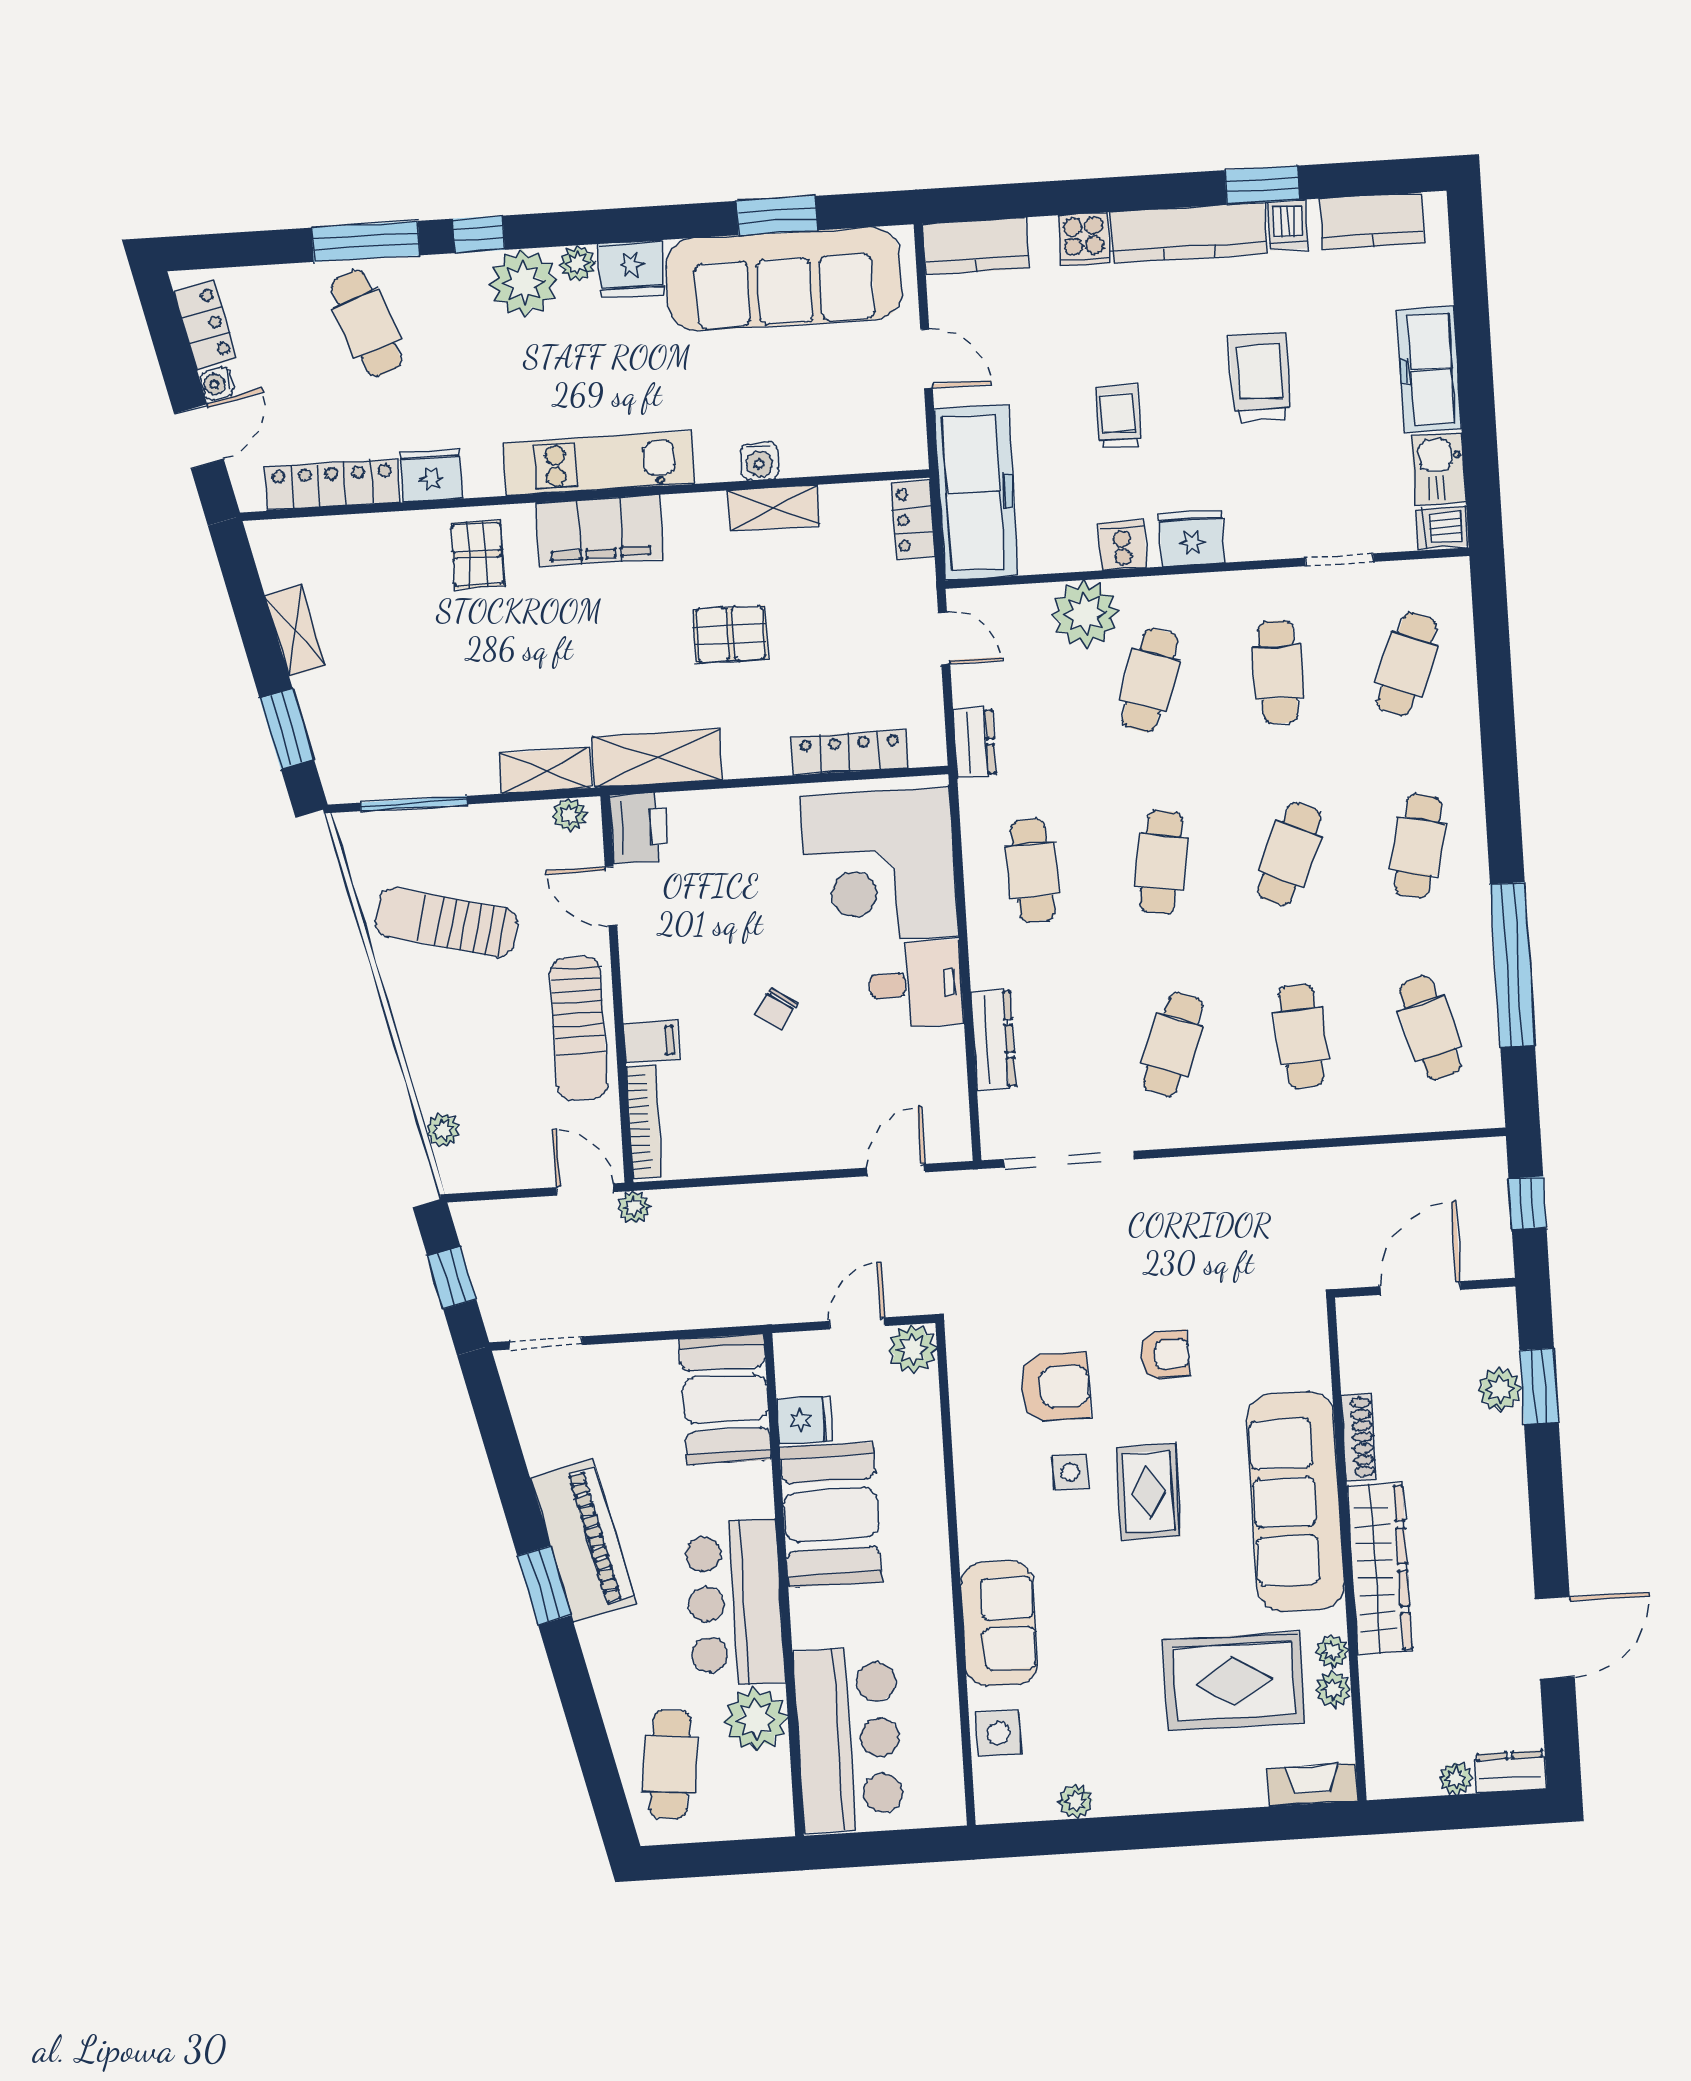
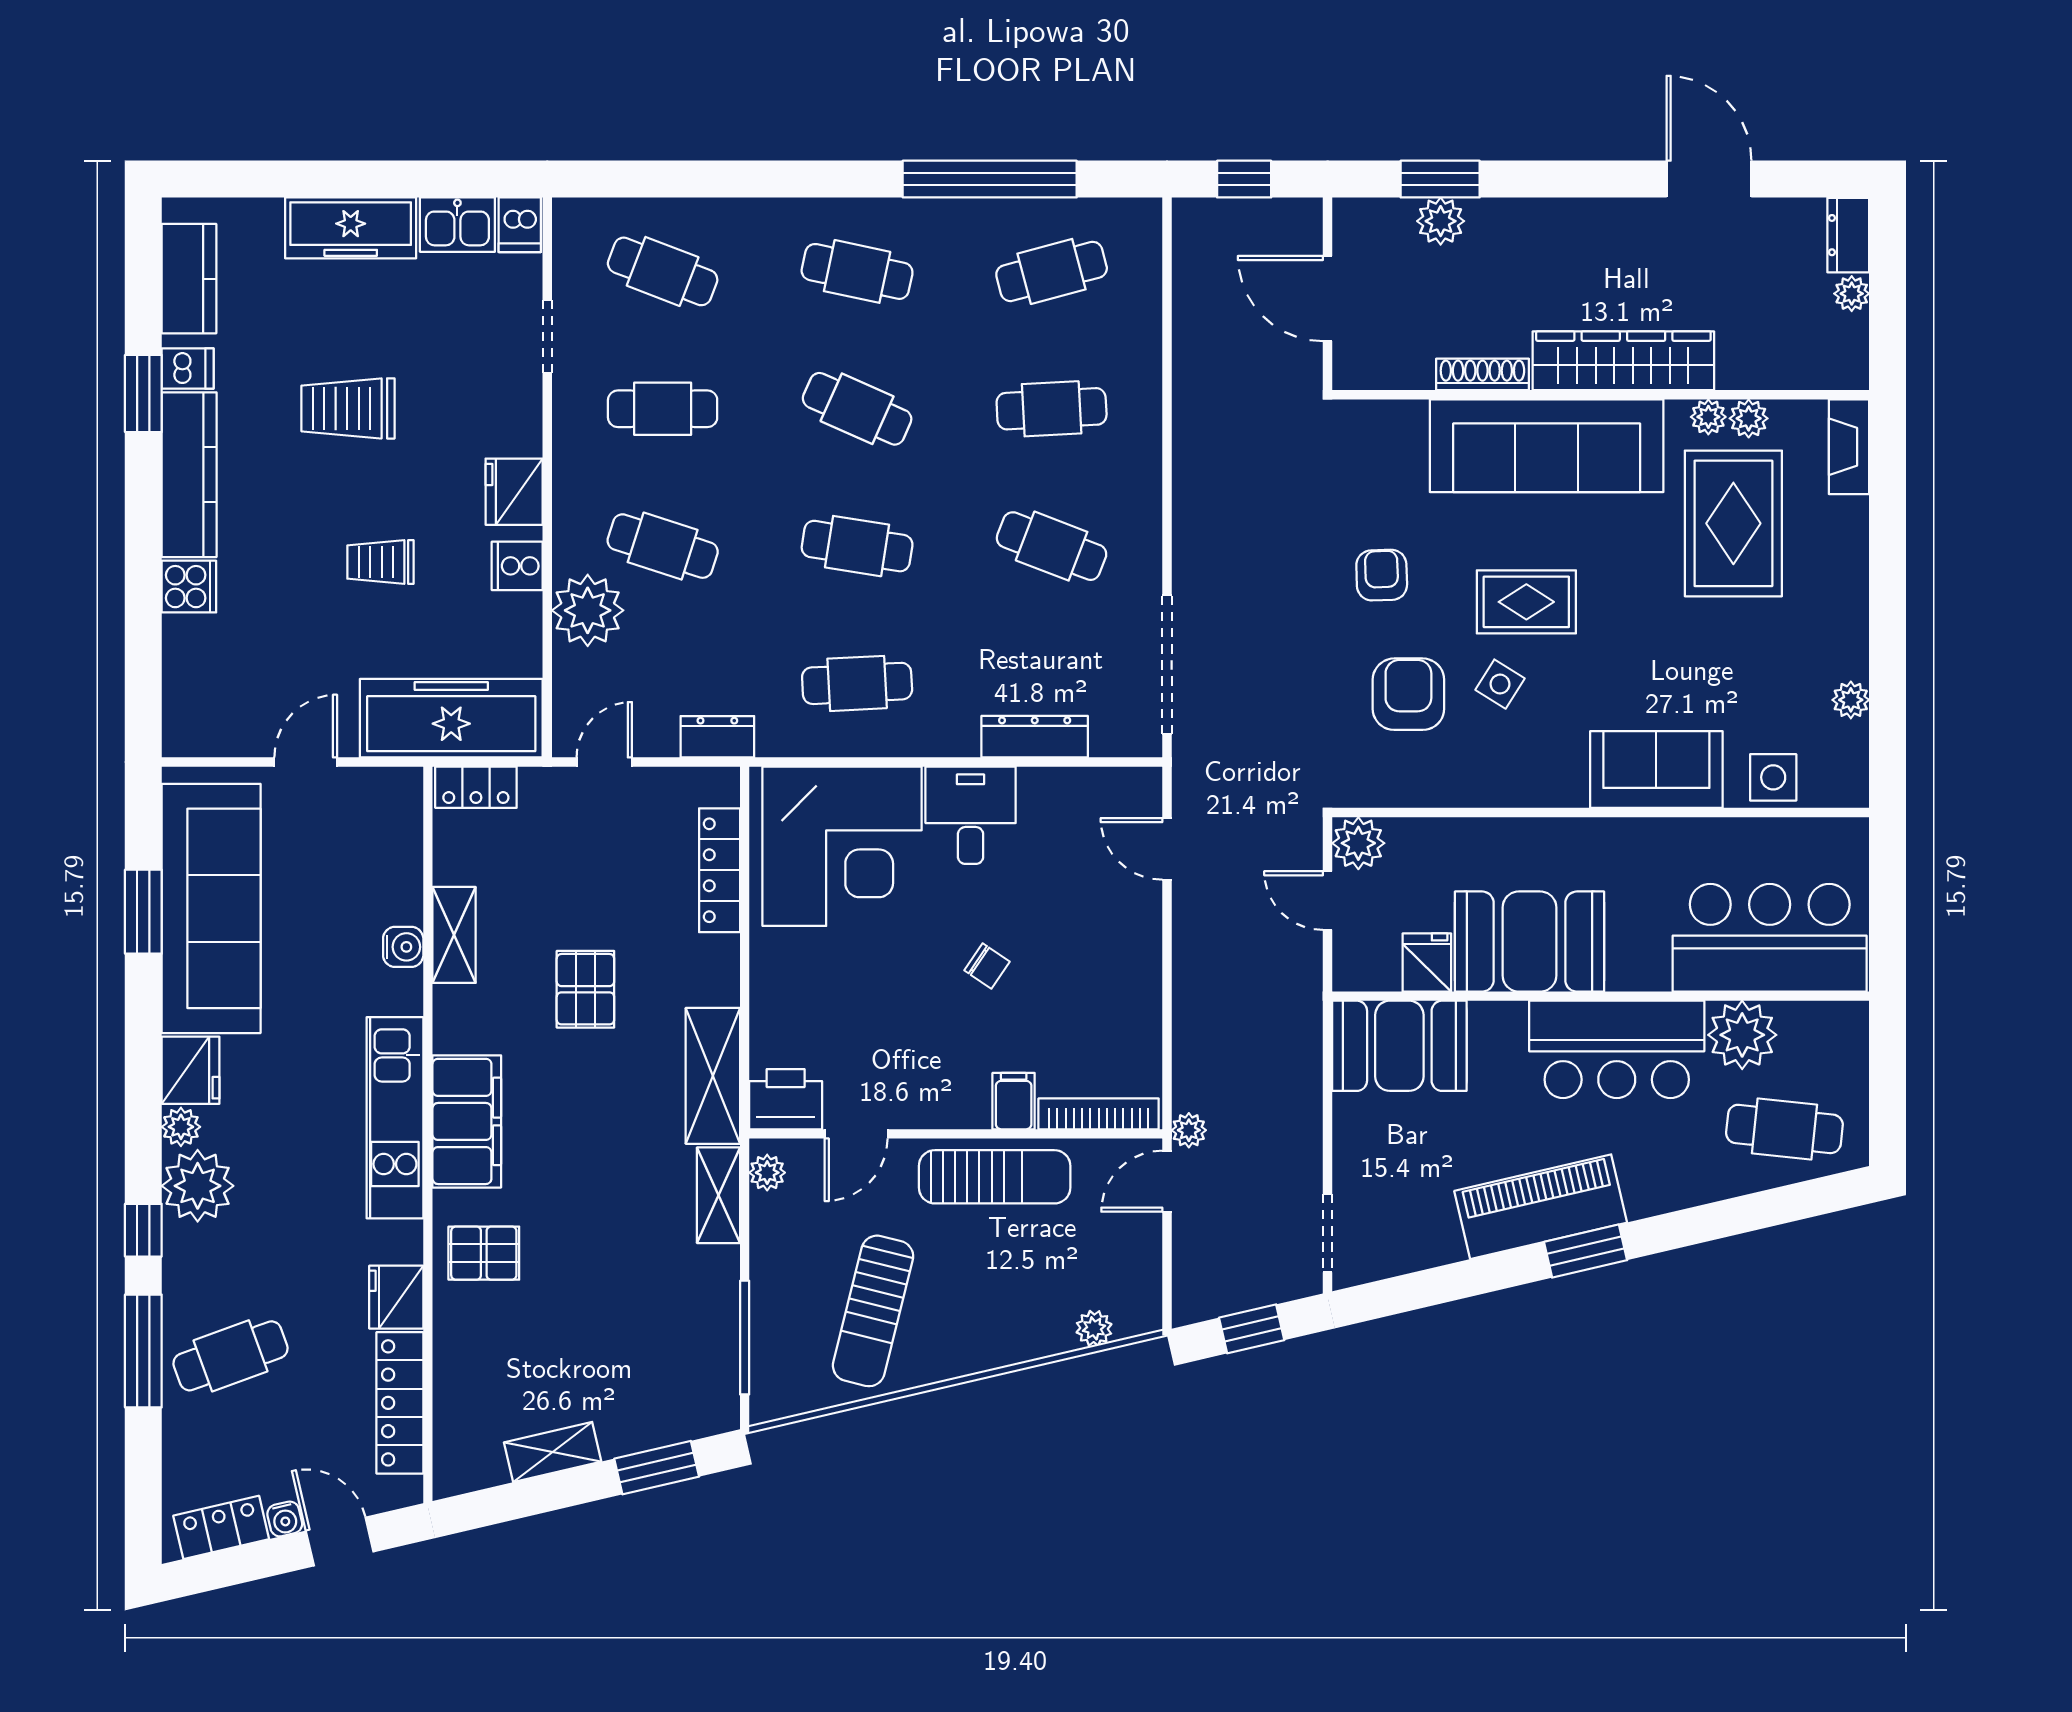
kitchen counter: (975, 246) -> (189, 703), removed
side table: (1070, 1472) -> (1500, 684), turned 32

